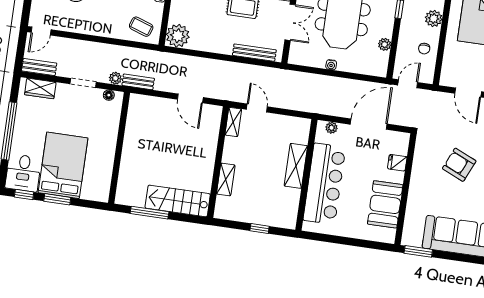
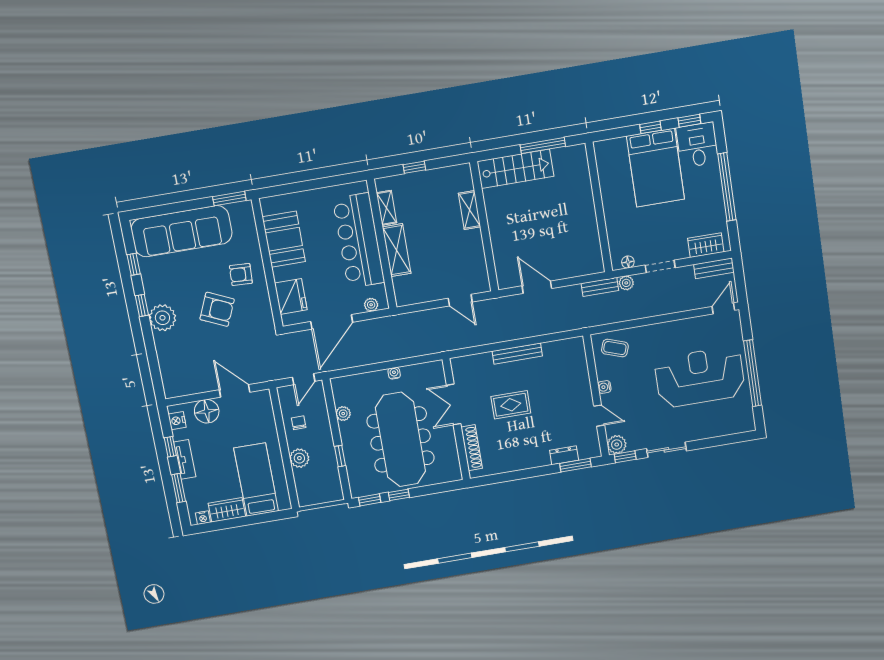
plant: (178, 36) -> (572, 351), removed
bench: (254, 53) -> (517, 354), moved
shelving: (233, 122) -> (387, 208), moved
fridge: (397, 163) -> (291, 296), width x1.88, depth x1.34
armchair: (430, 187) -> (241, 274), added
window: (57, 199) -> (651, 127), width x0.67

